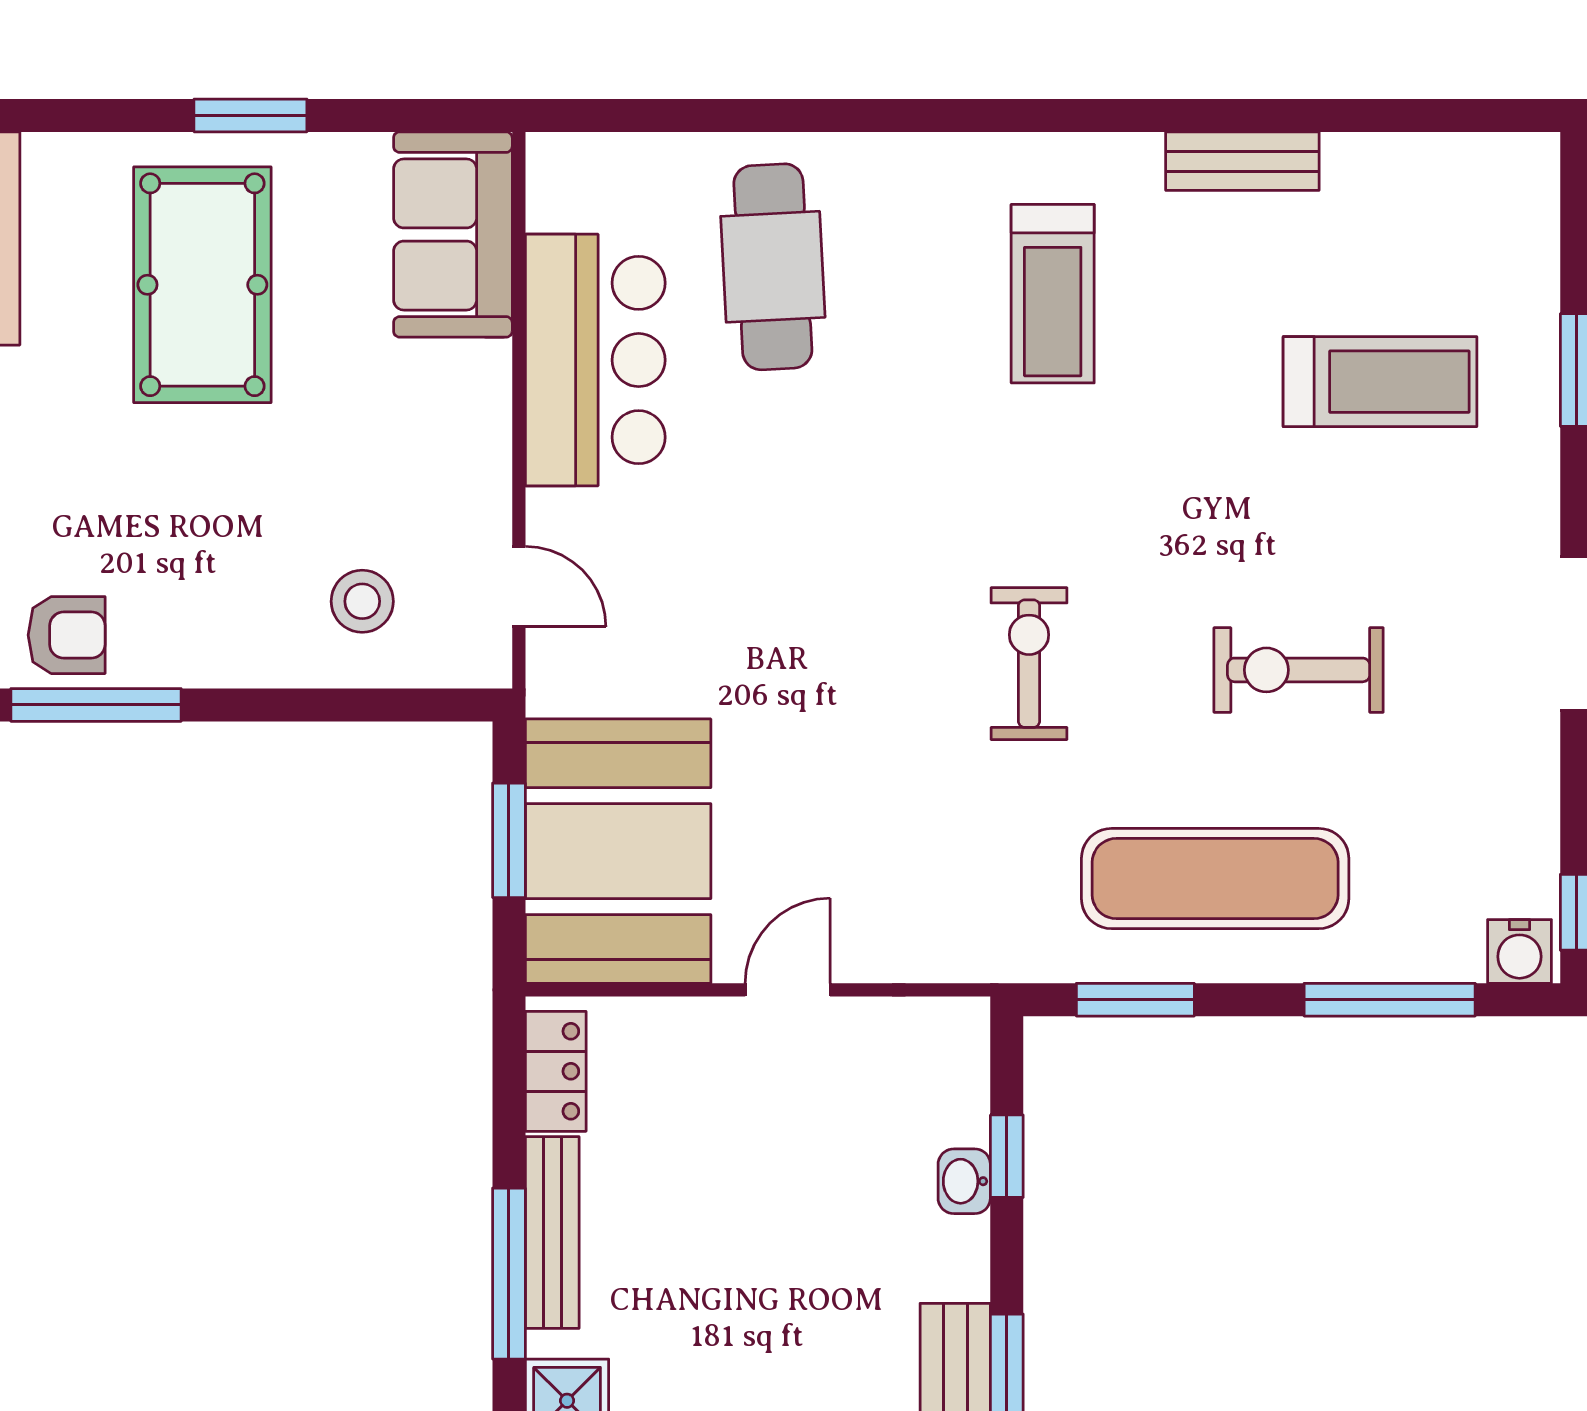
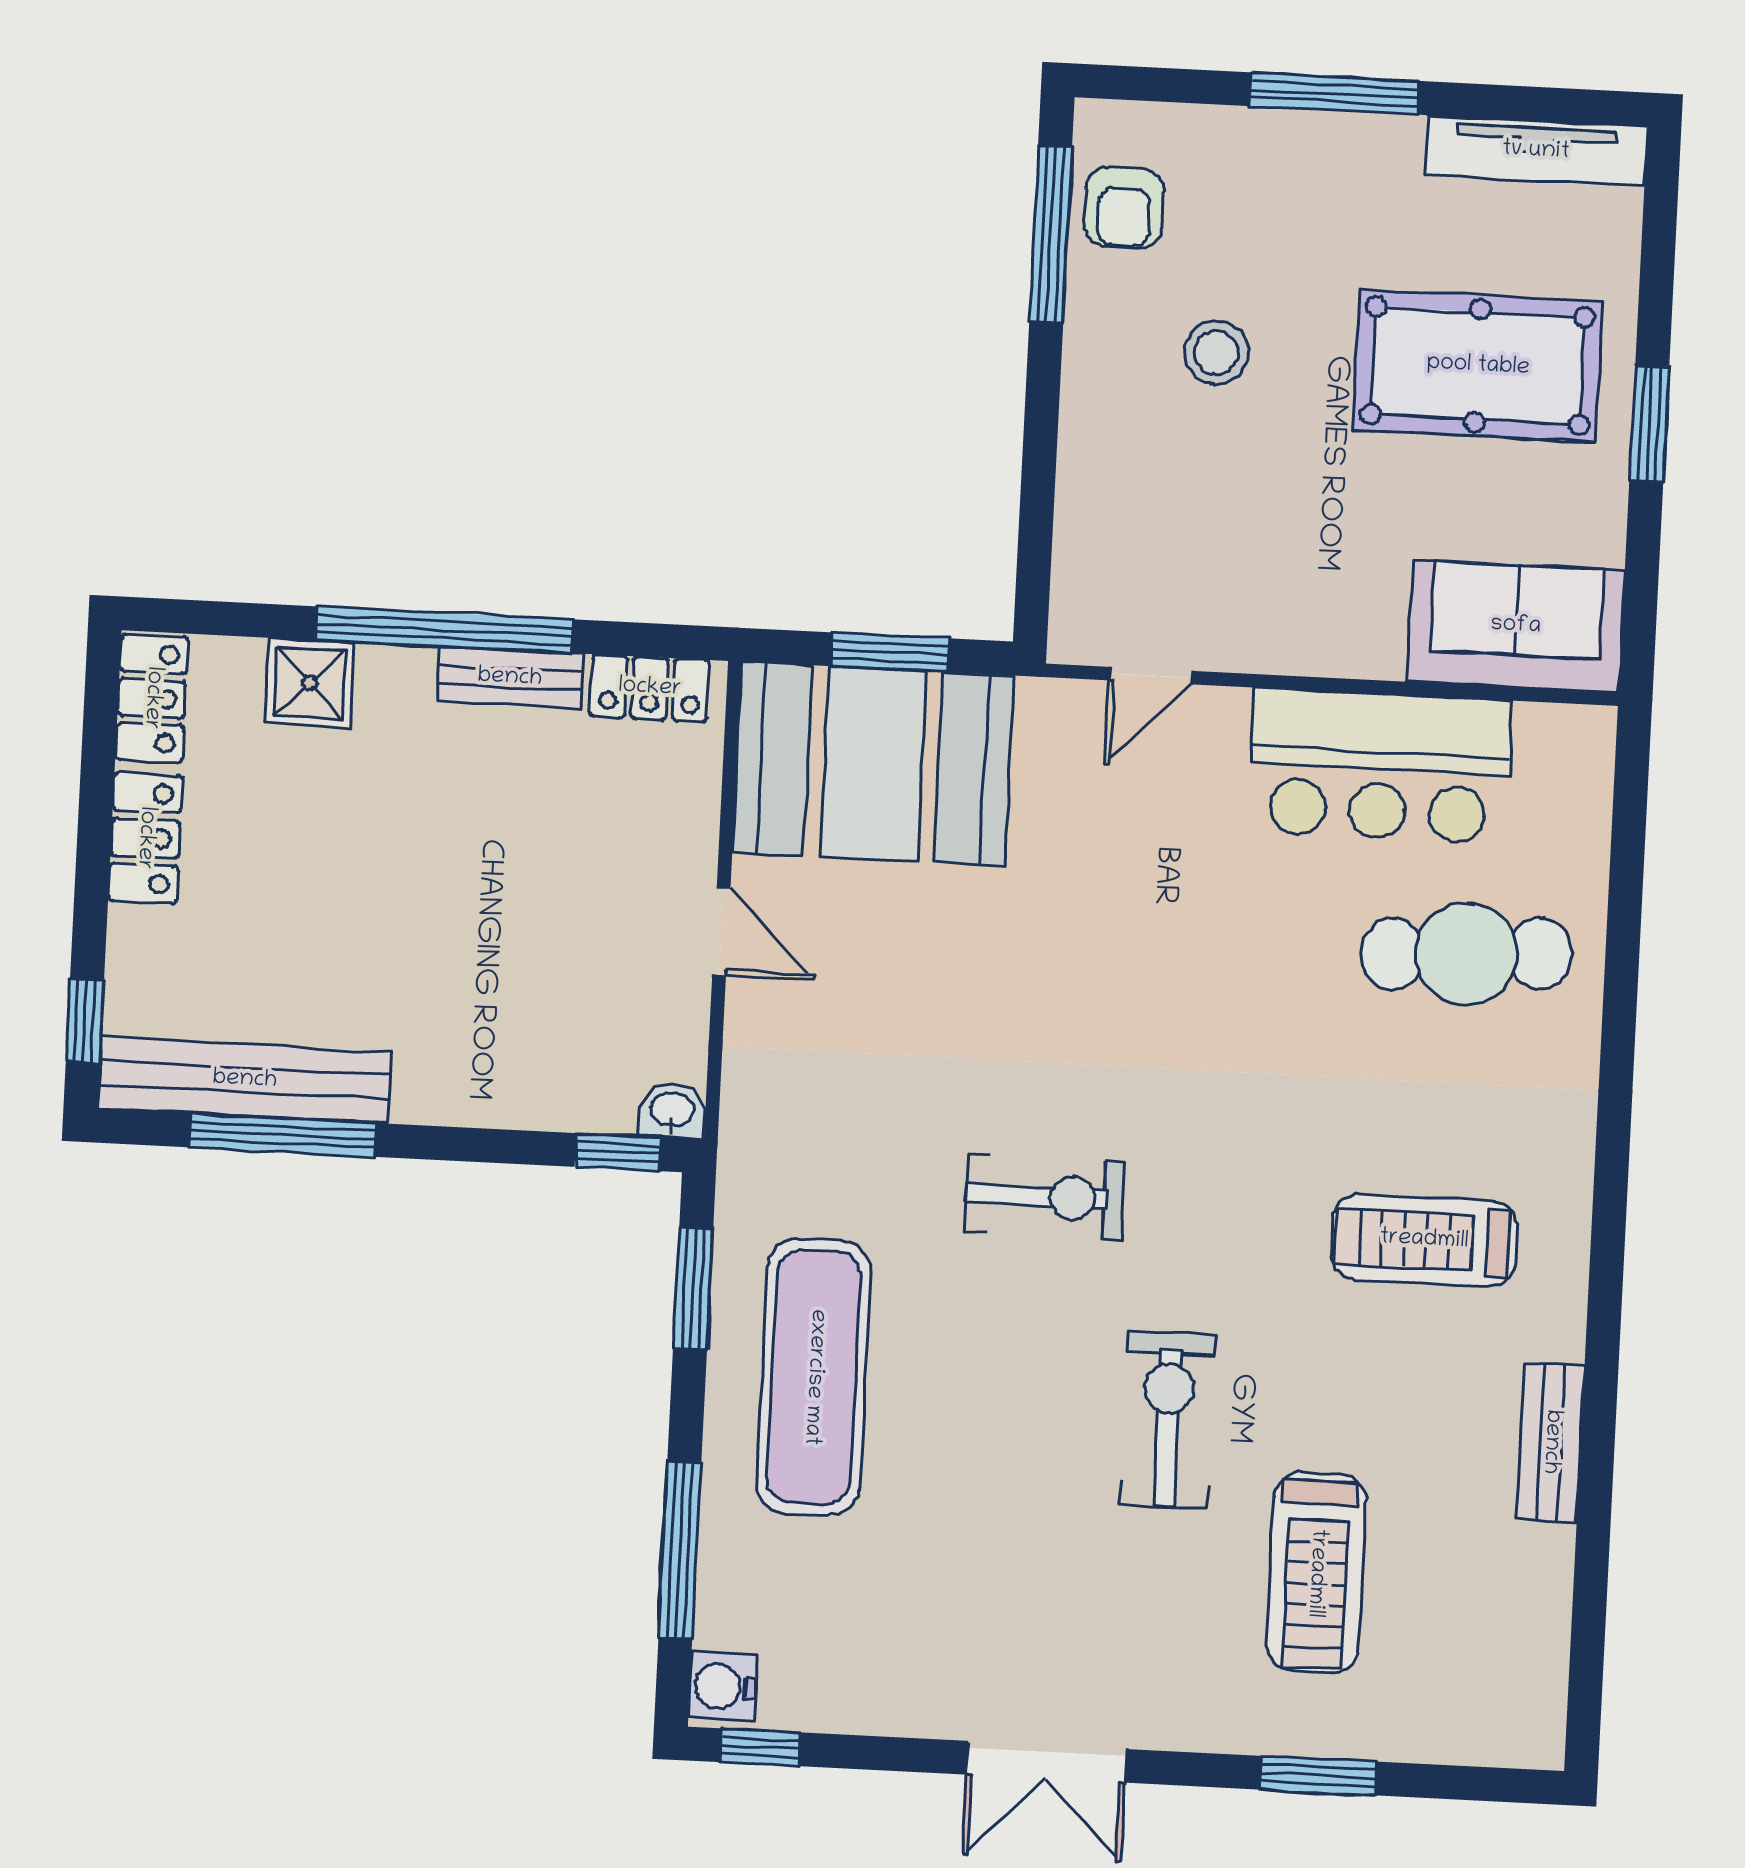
stool: (362, 601) -> (1217, 353), moved
exercise bike: (1299, 670) -> (1168, 1420), moved
window: (1007, 1156) -> (618, 1152), moved
washbasin: (964, 1181) -> (672, 1111), moved
bench: (552, 1232) -> (510, 678), width x0.73
window: (509, 1274) -> (444, 630), width x1.46

